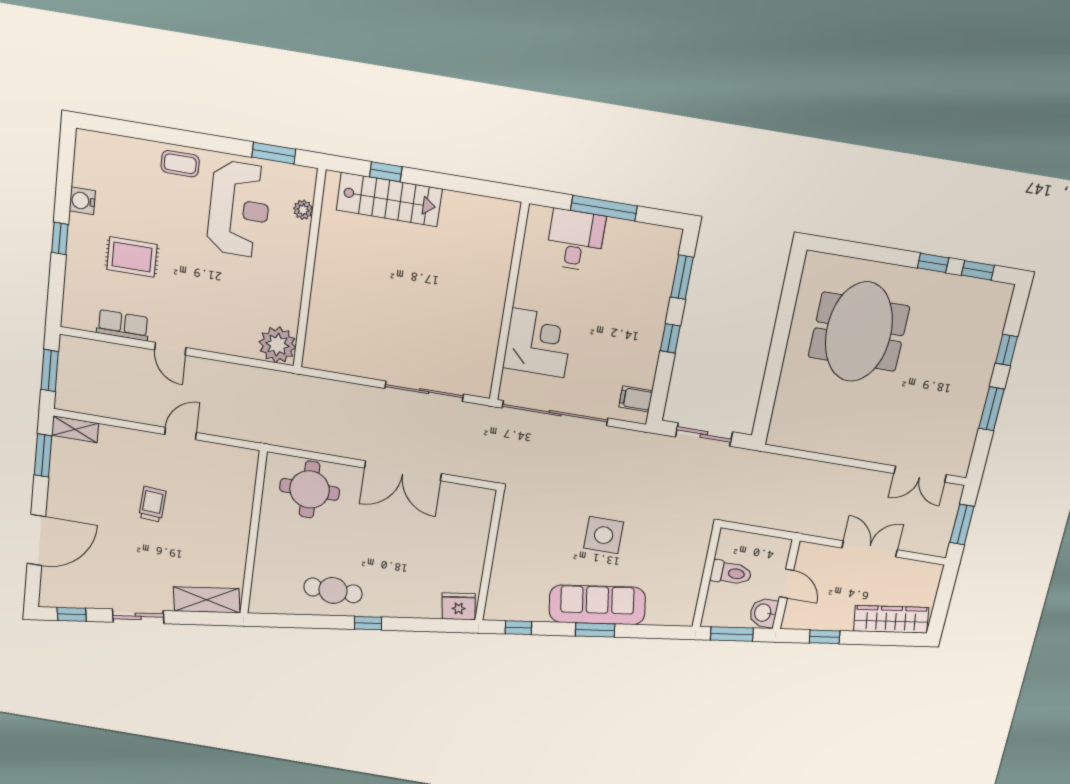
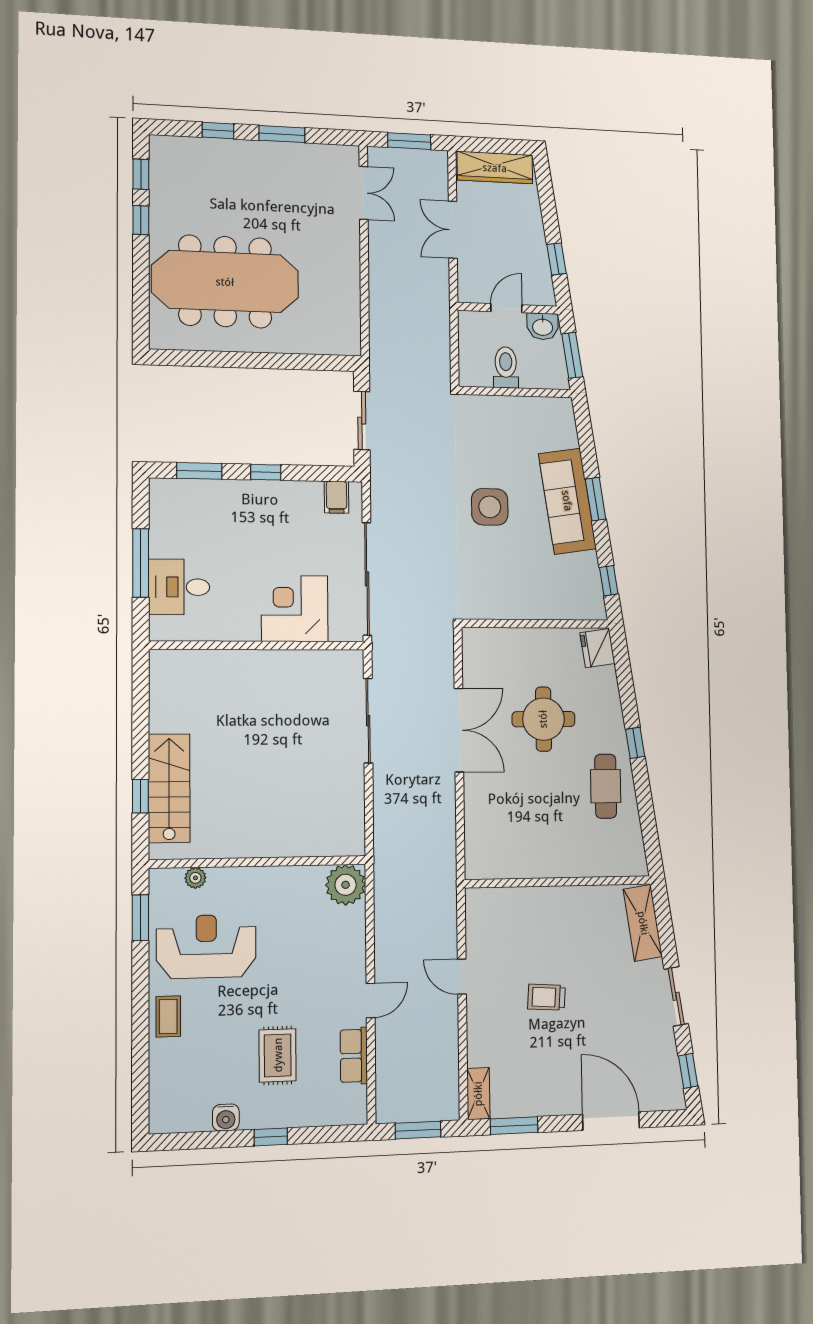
meeting table: (859, 332) -> (225, 282), width x1.36
round table: (310, 489) -> (543, 719), moved
wardrobe: (891, 619) -> (495, 168), moved, turned -82

